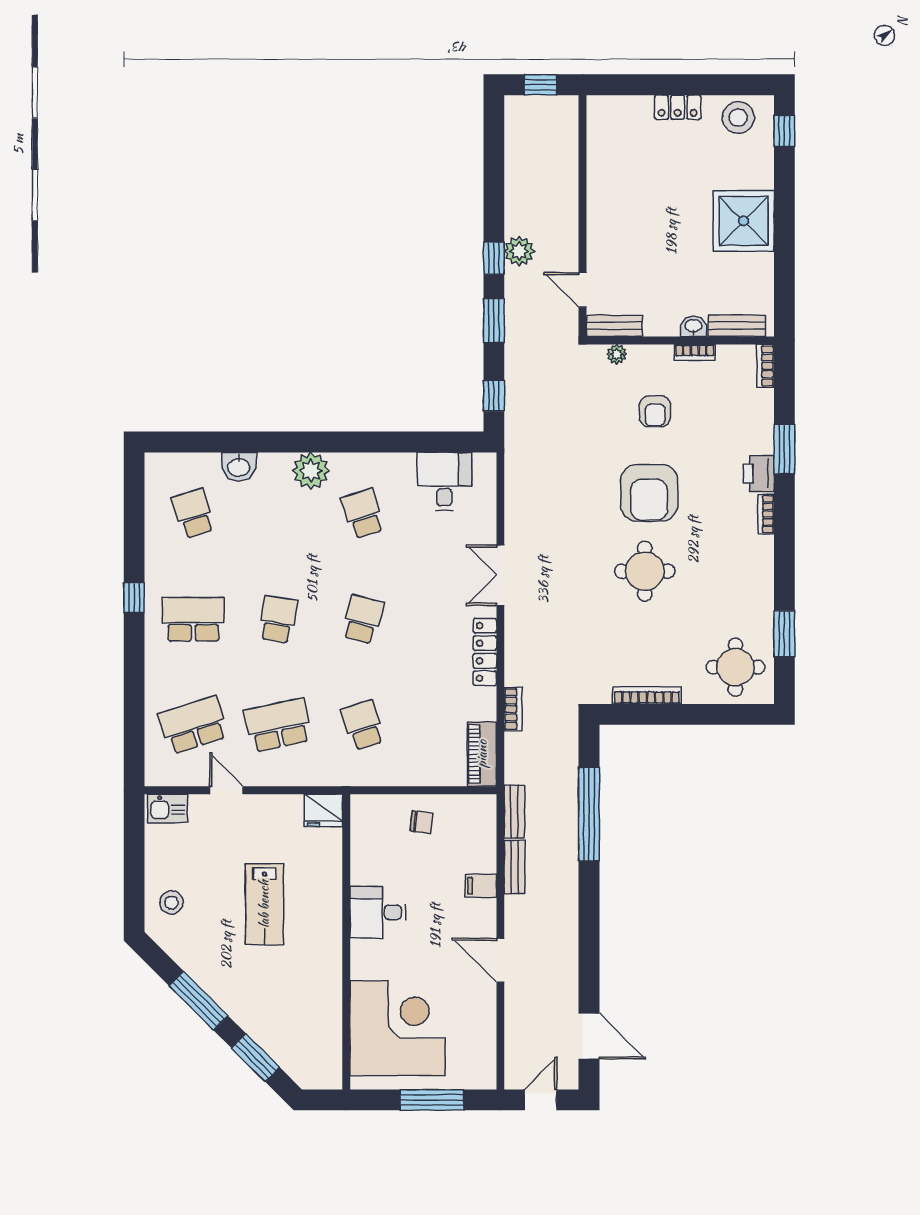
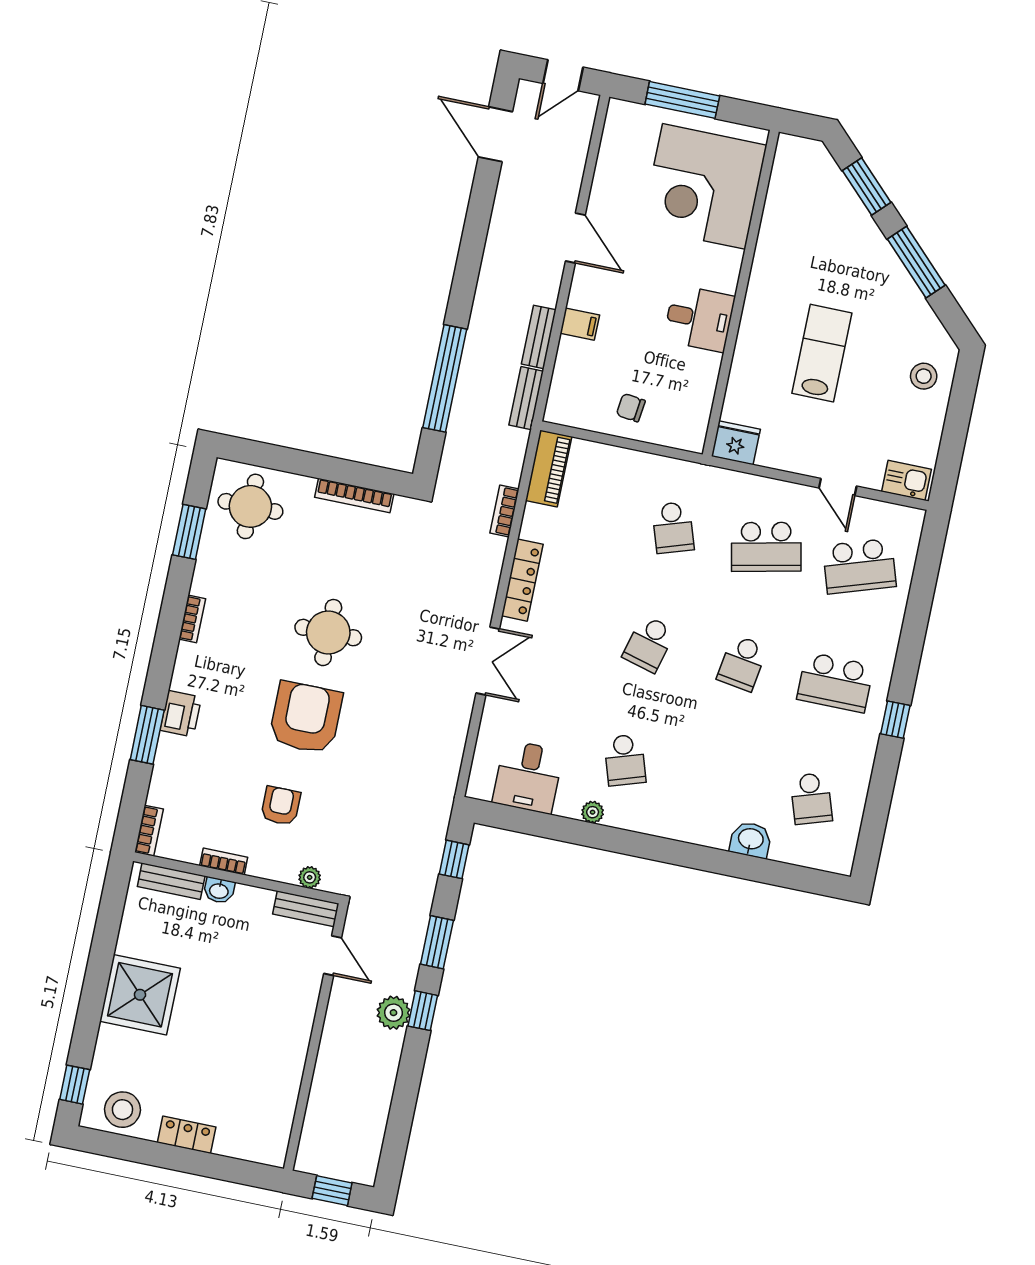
plant: (311, 471) -> (593, 812), moved, width x0.53, depth x0.53
bookcase: (766, 514) -> (192, 619), moved

